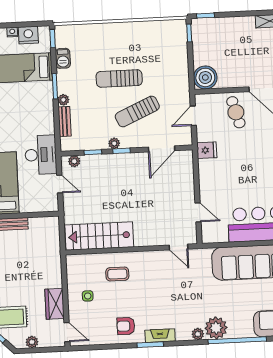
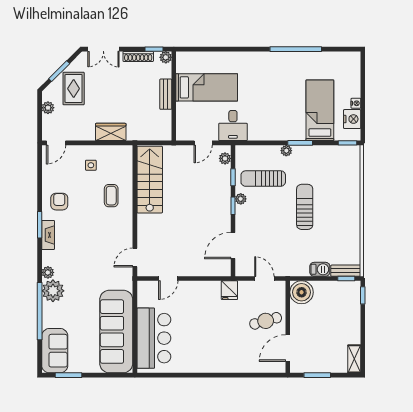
barbecue: (63, 58) -> (320, 269), moved, turned 180
sun lounger: (137, 112) -> (263, 179), moved, turned -66
bench: (65, 122) -> (346, 271), moved
door: (162, 149) -> (233, 246), hinge flipped
desk: (41, 155) -> (233, 126), width x0.73
wardrobe: (55, 304) -> (111, 132), moved

